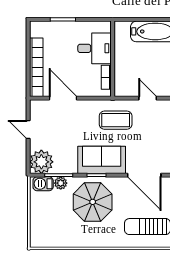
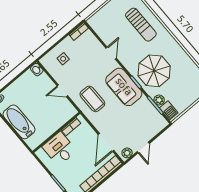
door: (148, 98) -> (62, 91), hinge flipped
plant: (41, 162) -> (127, 153), moved, width x0.53, depth x0.53
door: (144, 175) -> (111, 53), width x0.53

